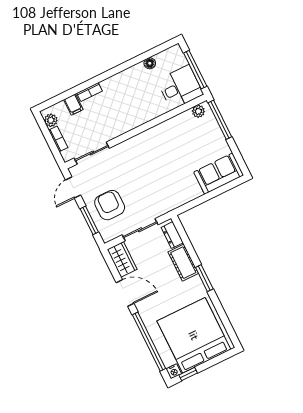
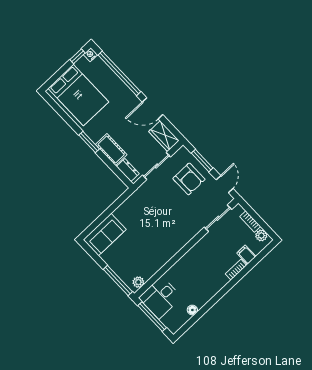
bed: (194, 335) -> (78, 95), width x0.73

